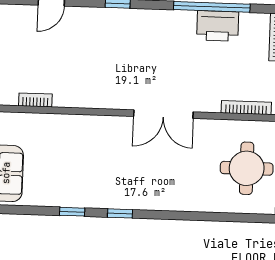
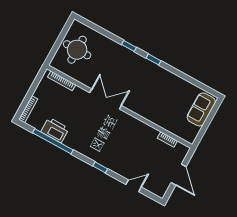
window: (72, 212) -> (129, 46), moved

